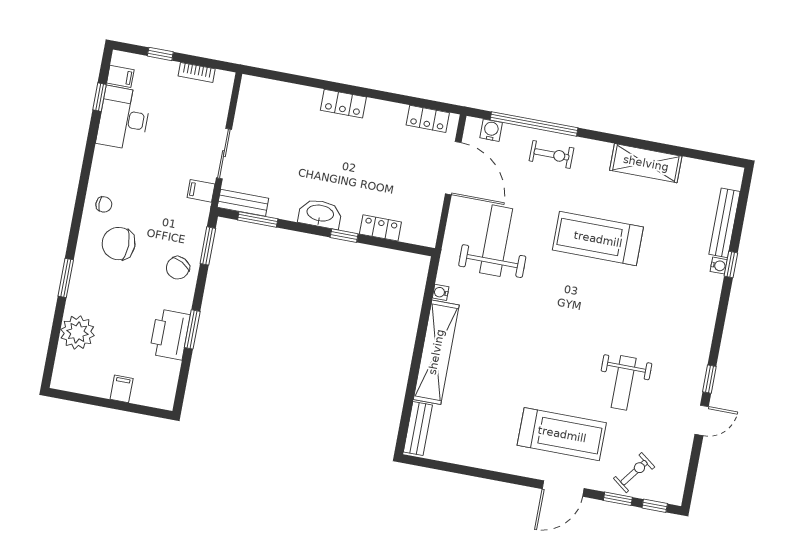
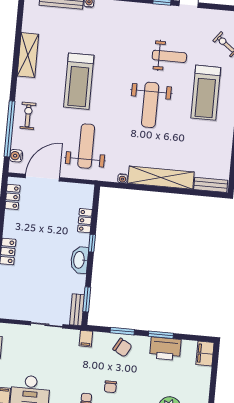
filing cabinet: (201, 191) -> (86, 339), moved
weight bench: (496, 241) -> (86, 146), turned 90
chair: (119, 244) -> (110, 387), width x0.54, depth x0.54
window: (208, 246) -> (122, 331), moved
weight bench: (551, 346) -> (150, 105), added
filing cabinet: (122, 389) -> (205, 354), moved, width x2.00
treadmill: (562, 434) -> (206, 93), turned 180

